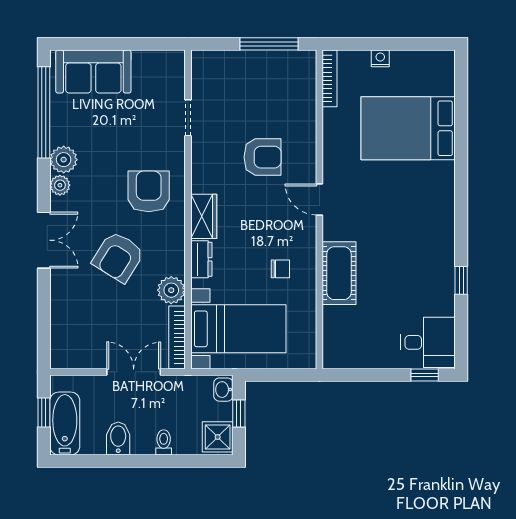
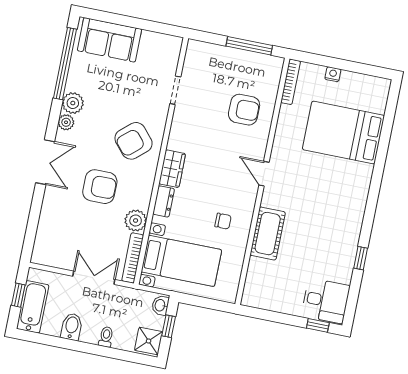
armchair: (262, 157) -> (244, 110), moved
armchair: (149, 191) -> (134, 141), turned -131
armchair: (118, 257) -> (100, 187), turned -122

